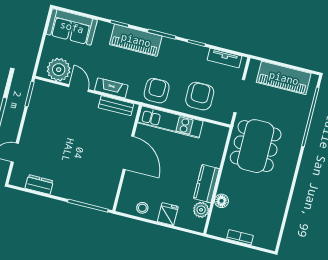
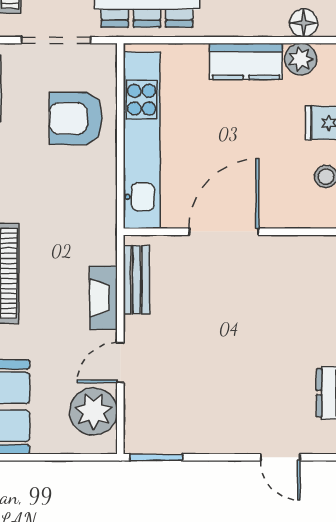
armchair: (157, 91) -> (86, 207), removed
kitchen unit: (170, 122) -> (142, 140), width x1.36
floor lamp: (222, 201) -> (304, 23), moved

